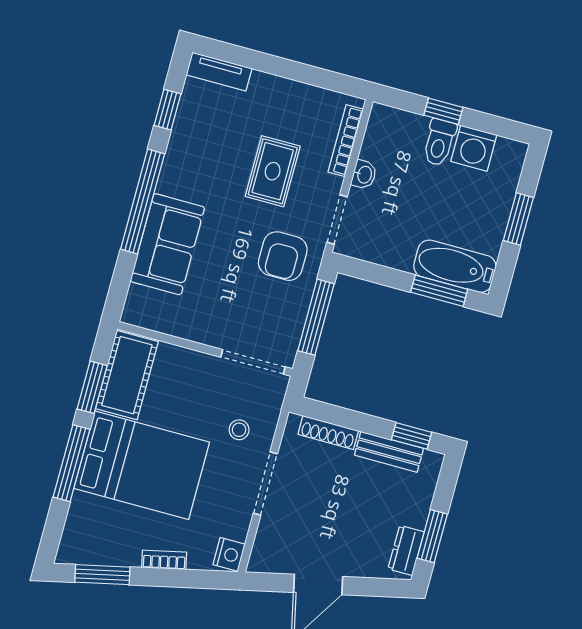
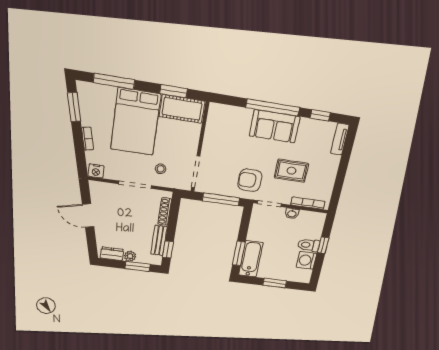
sofa: (167, 244) -> (275, 126), moved
window: (71, 463) -> (114, 81), moved
plant: (416, 515) -> (130, 256), added
window: (432, 536) -> (138, 266), moved

